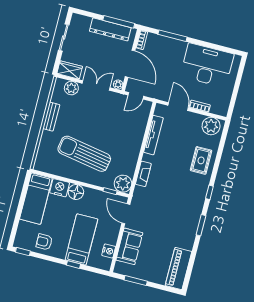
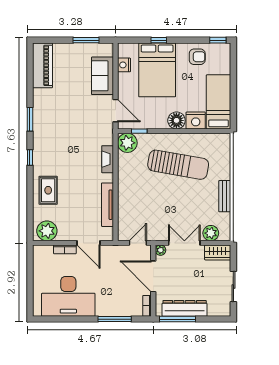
double door: (96, 85) -> (184, 243), swing flipped
bed: (81, 239) -> (157, 70), width x1.50

